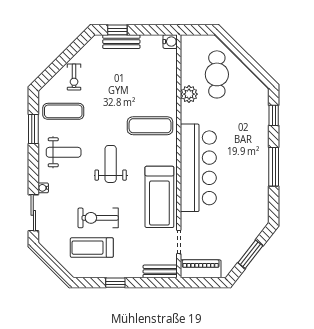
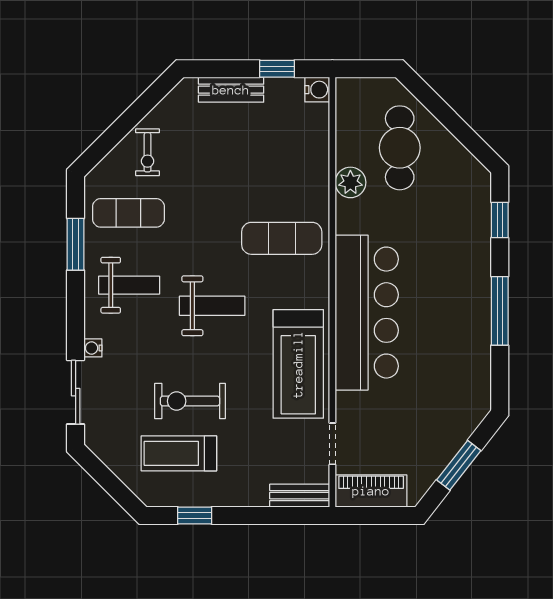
window: (117, 30) -> (277, 69), moved
weight bench: (111, 164) -> (212, 306), turned 90
window: (115, 283) -> (195, 515), moved

